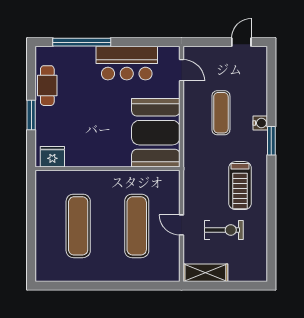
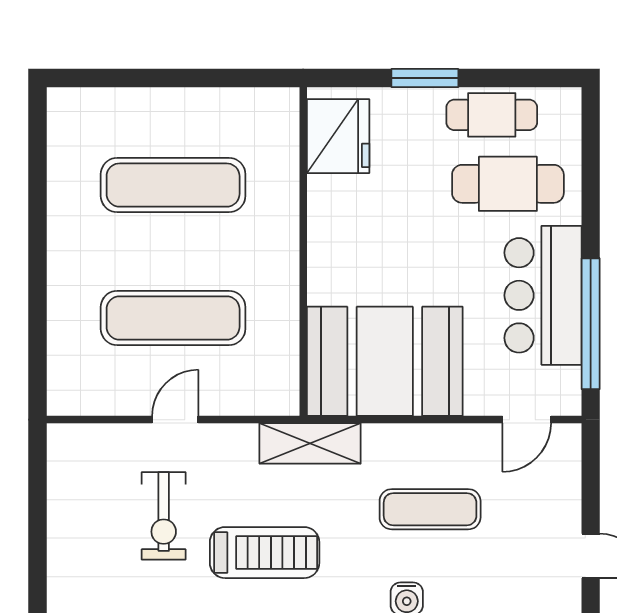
window: (82, 42) -> (591, 324), moved
cafe table: (78, 78) -> (508, 184), added
fridge: (52, 157) -> (338, 136), width x1.36, depth x1.34
treadmill: (240, 186) -> (265, 553), turned 180
shelving: (205, 273) -> (310, 443), moved, turned 90

